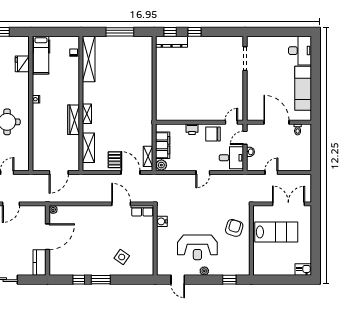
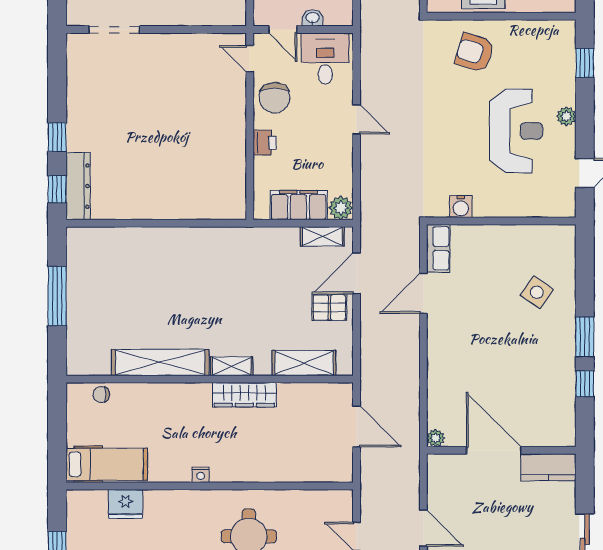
shelving: (89, 59) -> (160, 362), moved

